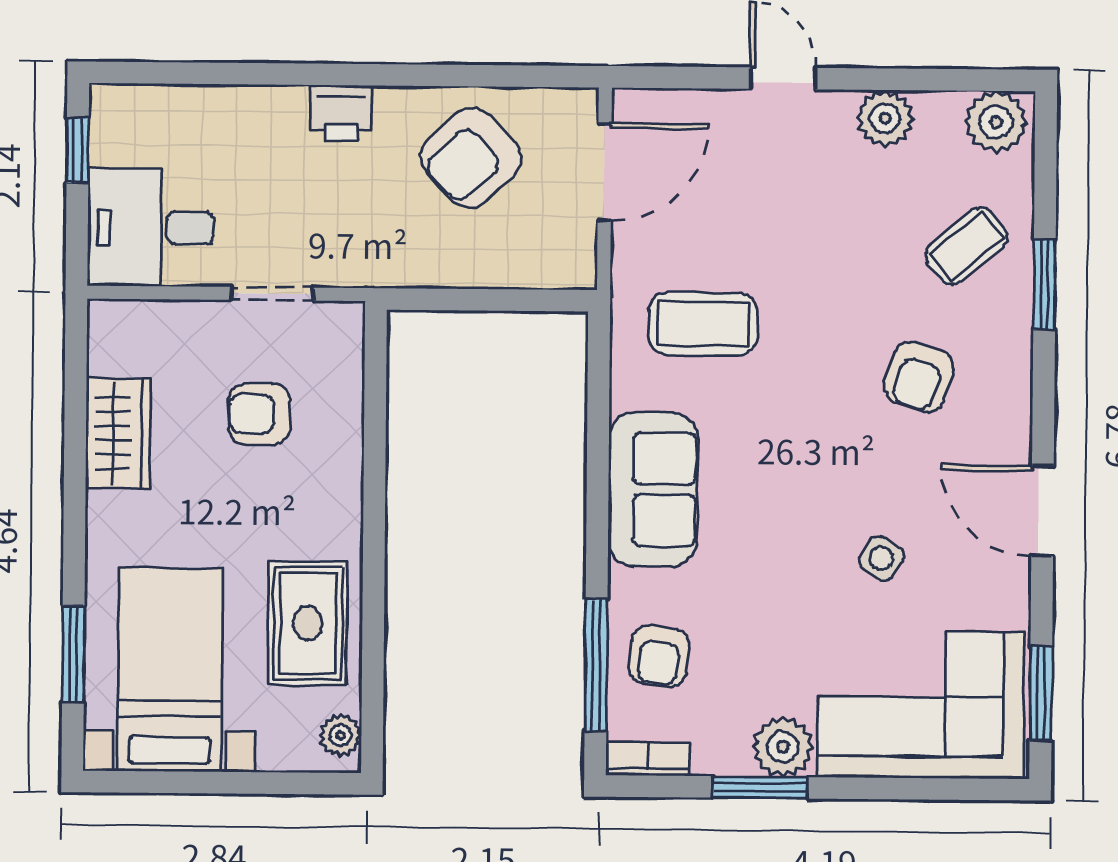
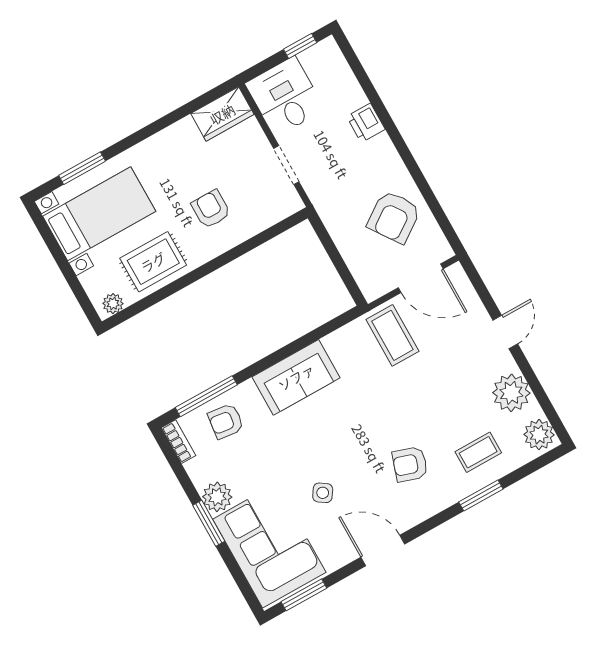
printer: (341, 113) -> (366, 123), moved
plant: (885, 118) -> (511, 393), width x1.36, depth x1.36
armchair: (471, 158) -> (394, 217), turned -82
coffee table: (966, 246) -> (478, 452), turned -50
coffee table: (703, 324) -> (392, 335), moved
armchair: (259, 414) -> (211, 209), moved
wardrobe: (118, 433) -> (222, 114), moved
door: (1042, 511) -> (383, 551), hinge flipped
window: (760, 787) -> (209, 523), moved

